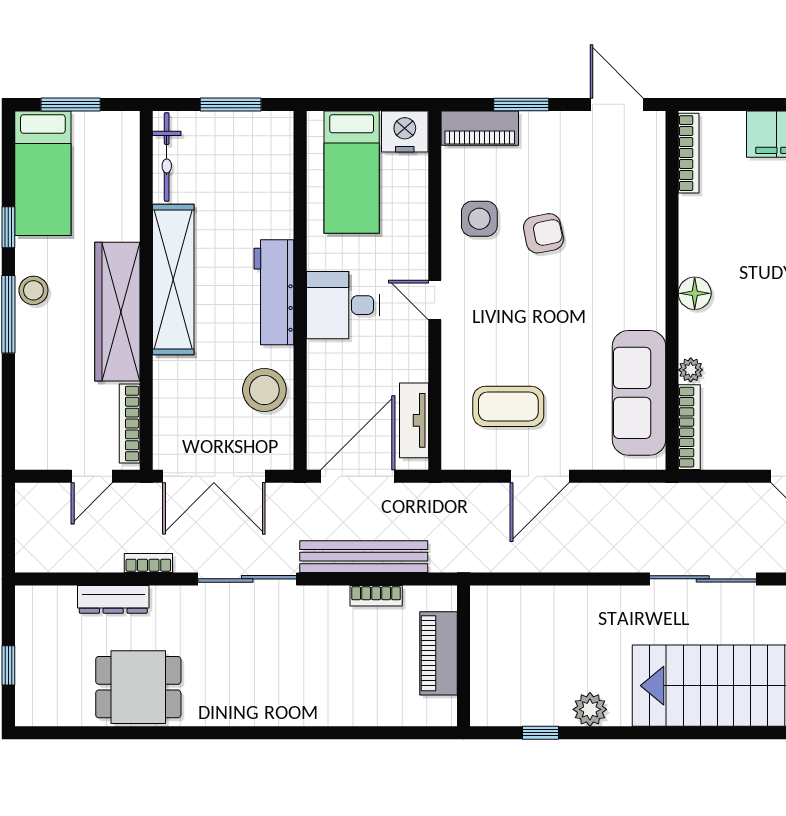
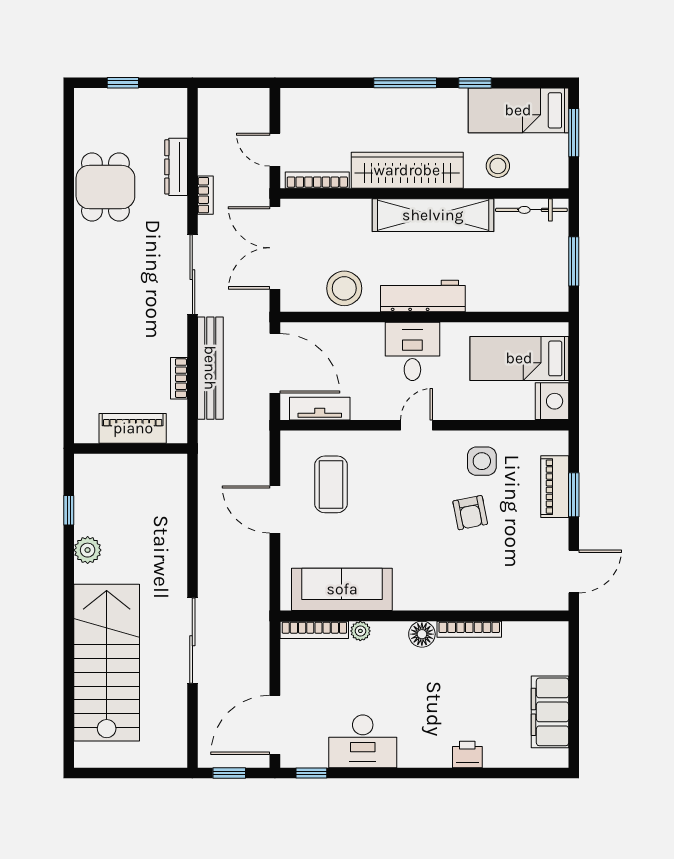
piano: (480, 128) -> (555, 487), moved
bookcase: (689, 153) -> (469, 629), moved
stool: (33, 290) -> (498, 166), moved

